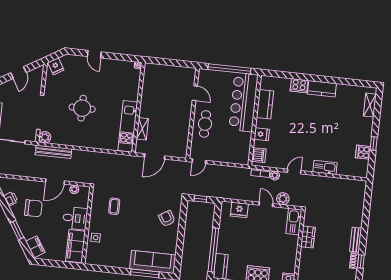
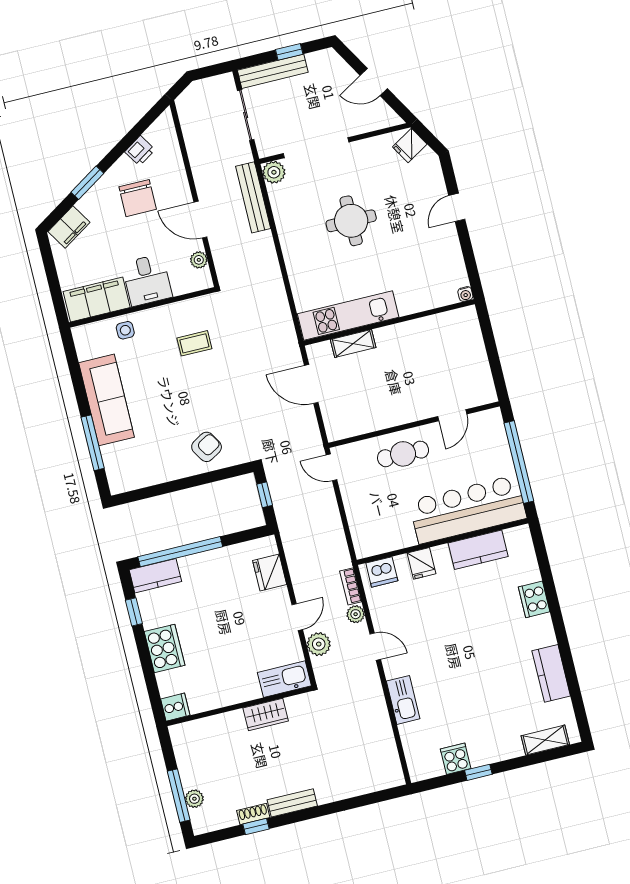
kitchen counter: (322, 89) -> (551, 673), moved
sofa: (153, 262) -> (107, 400), moved

